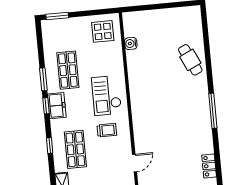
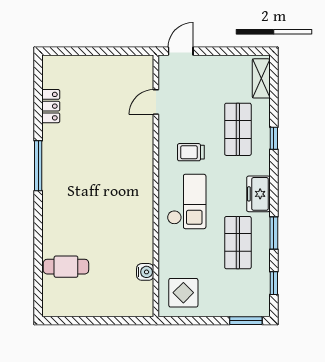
cafe table: (190, 60) -> (66, 267), moved, turned -65
window: (46, 106) -> (274, 283), moved
locker: (209, 166) -> (51, 106), moved

